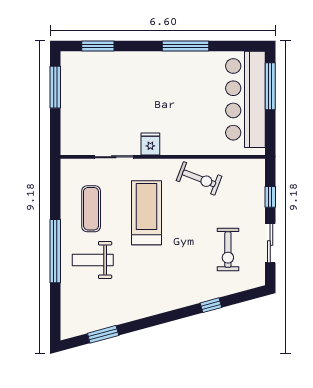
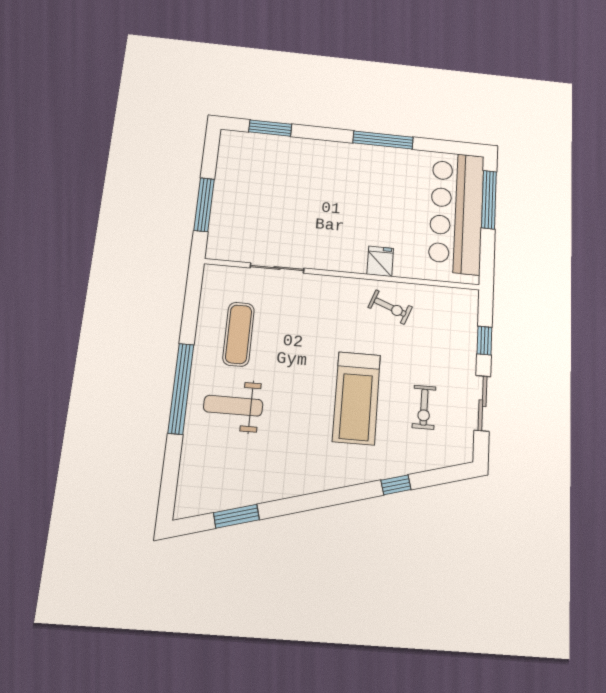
window: (55, 87) -> (204, 205), moved
fridge: (150, 144) -> (380, 261), moved
exercise bike: (199, 178) -> (390, 307), width x0.73, depth x0.72
treadmill: (146, 213) -> (356, 398), moved, turned 180
exercise bike: (228, 250) -> (424, 407), width x0.73, depth x0.72

